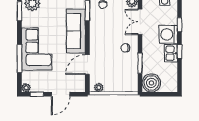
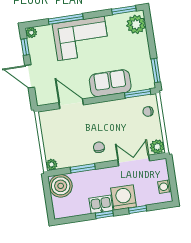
sofa: (76, 31) -> (110, 83), width x0.73
plant: (99, 88) -> (52, 165), moved

